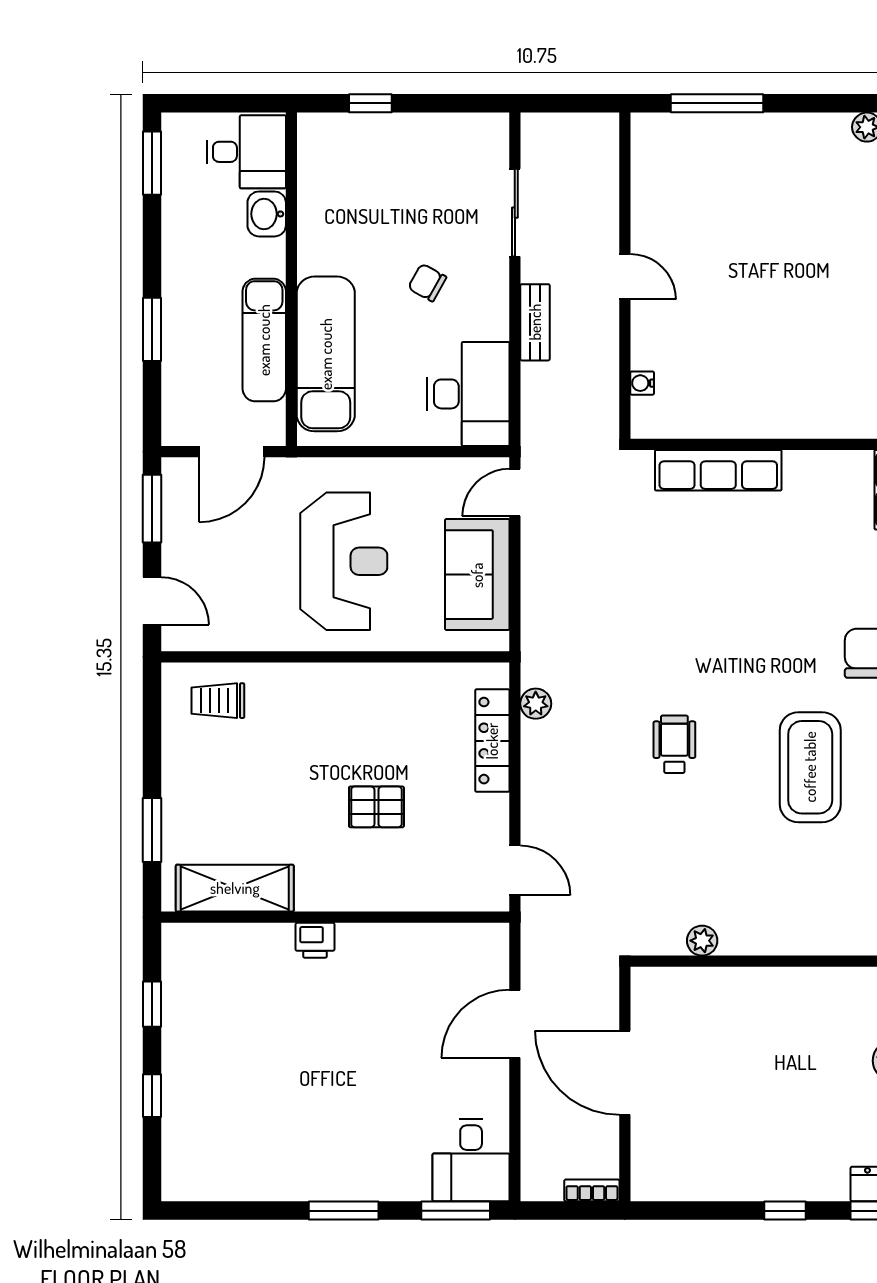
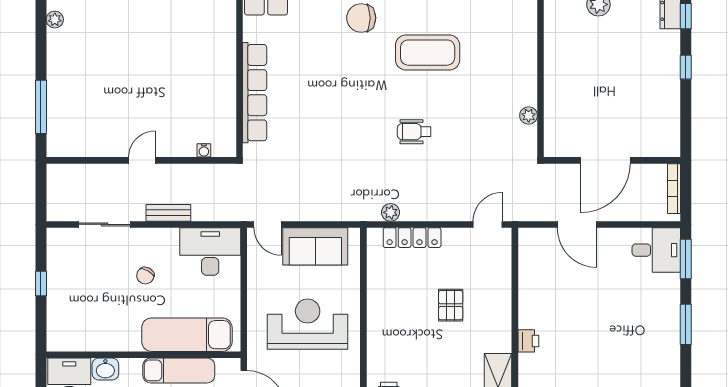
window: (370, 103) -> (41, 283), moved
row of seats: (718, 470) -> (255, 93), width x1.36
bookcase: (592, 1190) -> (674, 189), width x1.56

